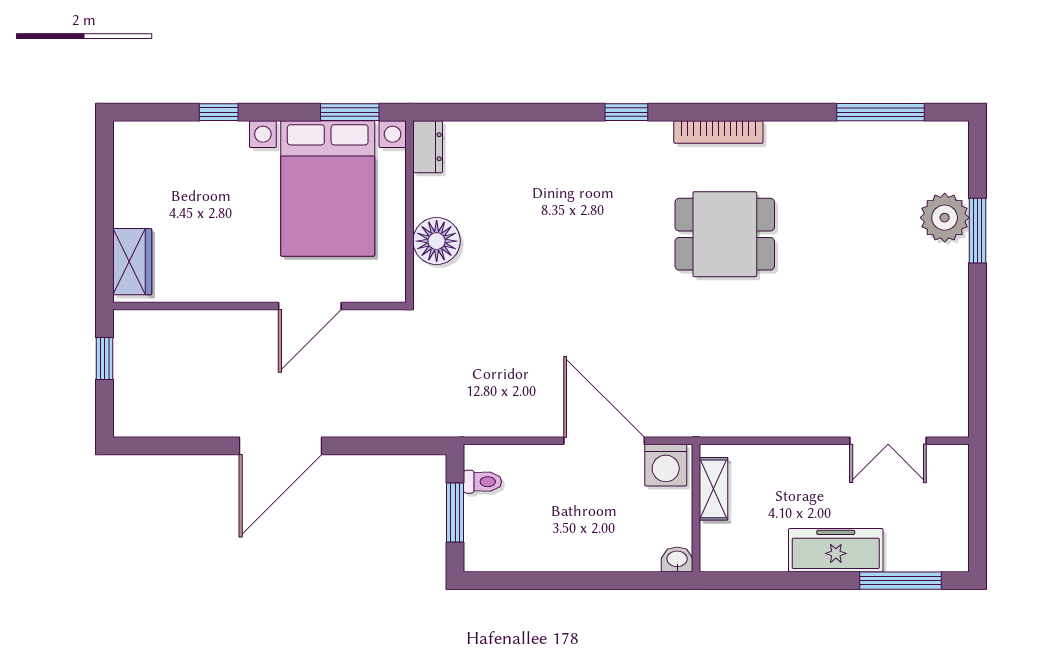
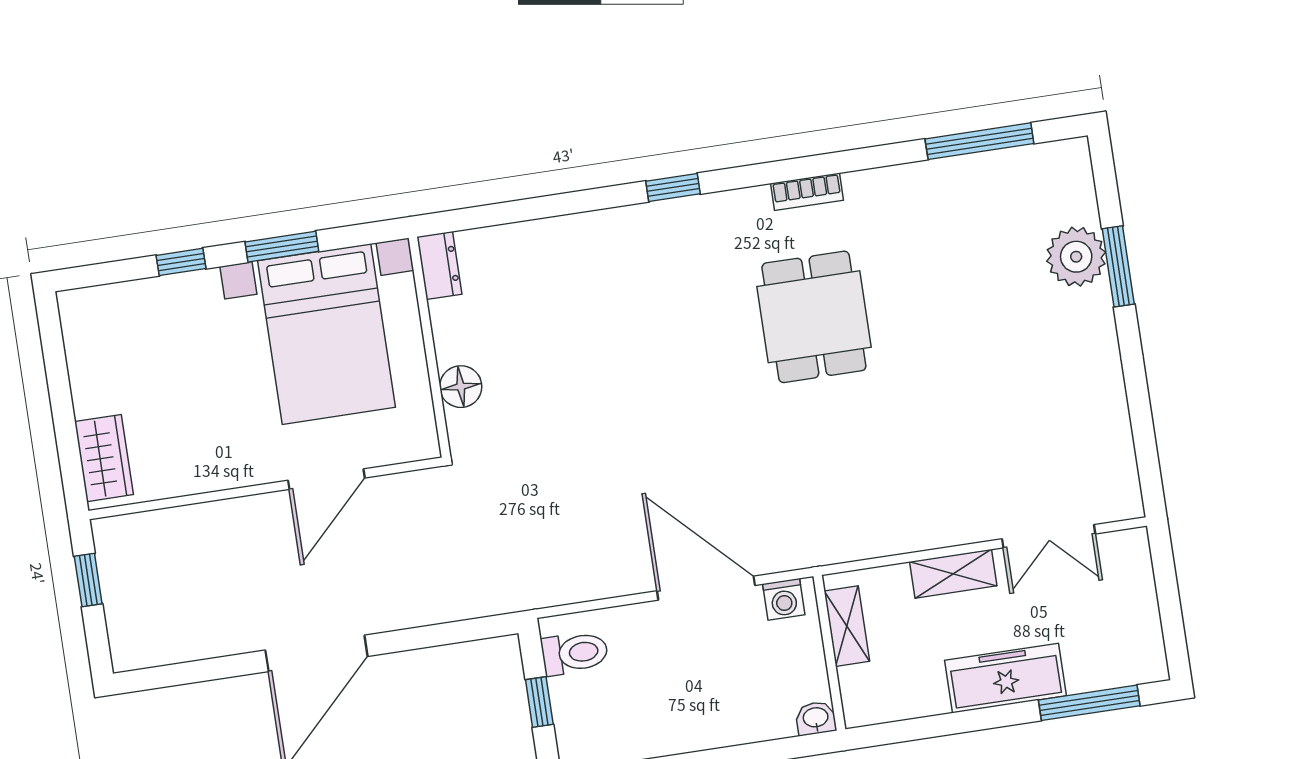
window: (350, 112) -> (282, 247), moved
bookcase: (718, 132) -> (807, 192), width x0.64
dining table: (725, 234) -> (814, 317), turned 90
floor lamp: (437, 241) -> (461, 387), width x0.73, depth x0.73
shelving: (806, 459) -> (953, 574), added
washing machine: (666, 465) -> (784, 599), width x0.73, depth x0.73
toilet: (482, 482) -> (575, 653), width x1.37, depth x1.39
window: (455, 513) -> (539, 702), width x0.67

